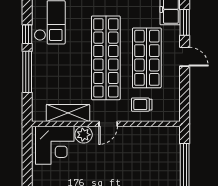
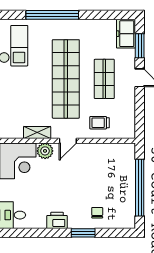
shop shelf: (147, 58) -> (104, 79), width x0.70, depth x0.74
shelving: (68, 113) -> (37, 133), width x0.67, depth x0.75

